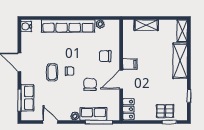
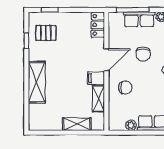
shelving: (182, 31) -> (99, 99), moved
pallet: (165, 111) -> (46, 33), moved

